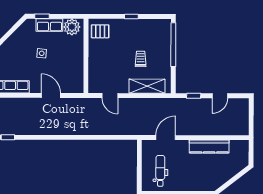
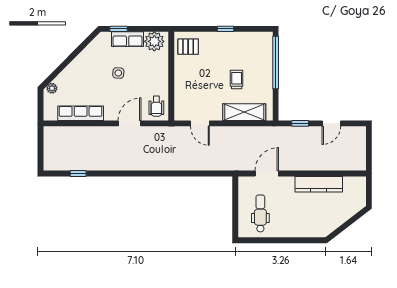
wheelchair: (73, 81) -> (156, 106), added
door: (51, 95) -> (130, 123), hinge flipped

